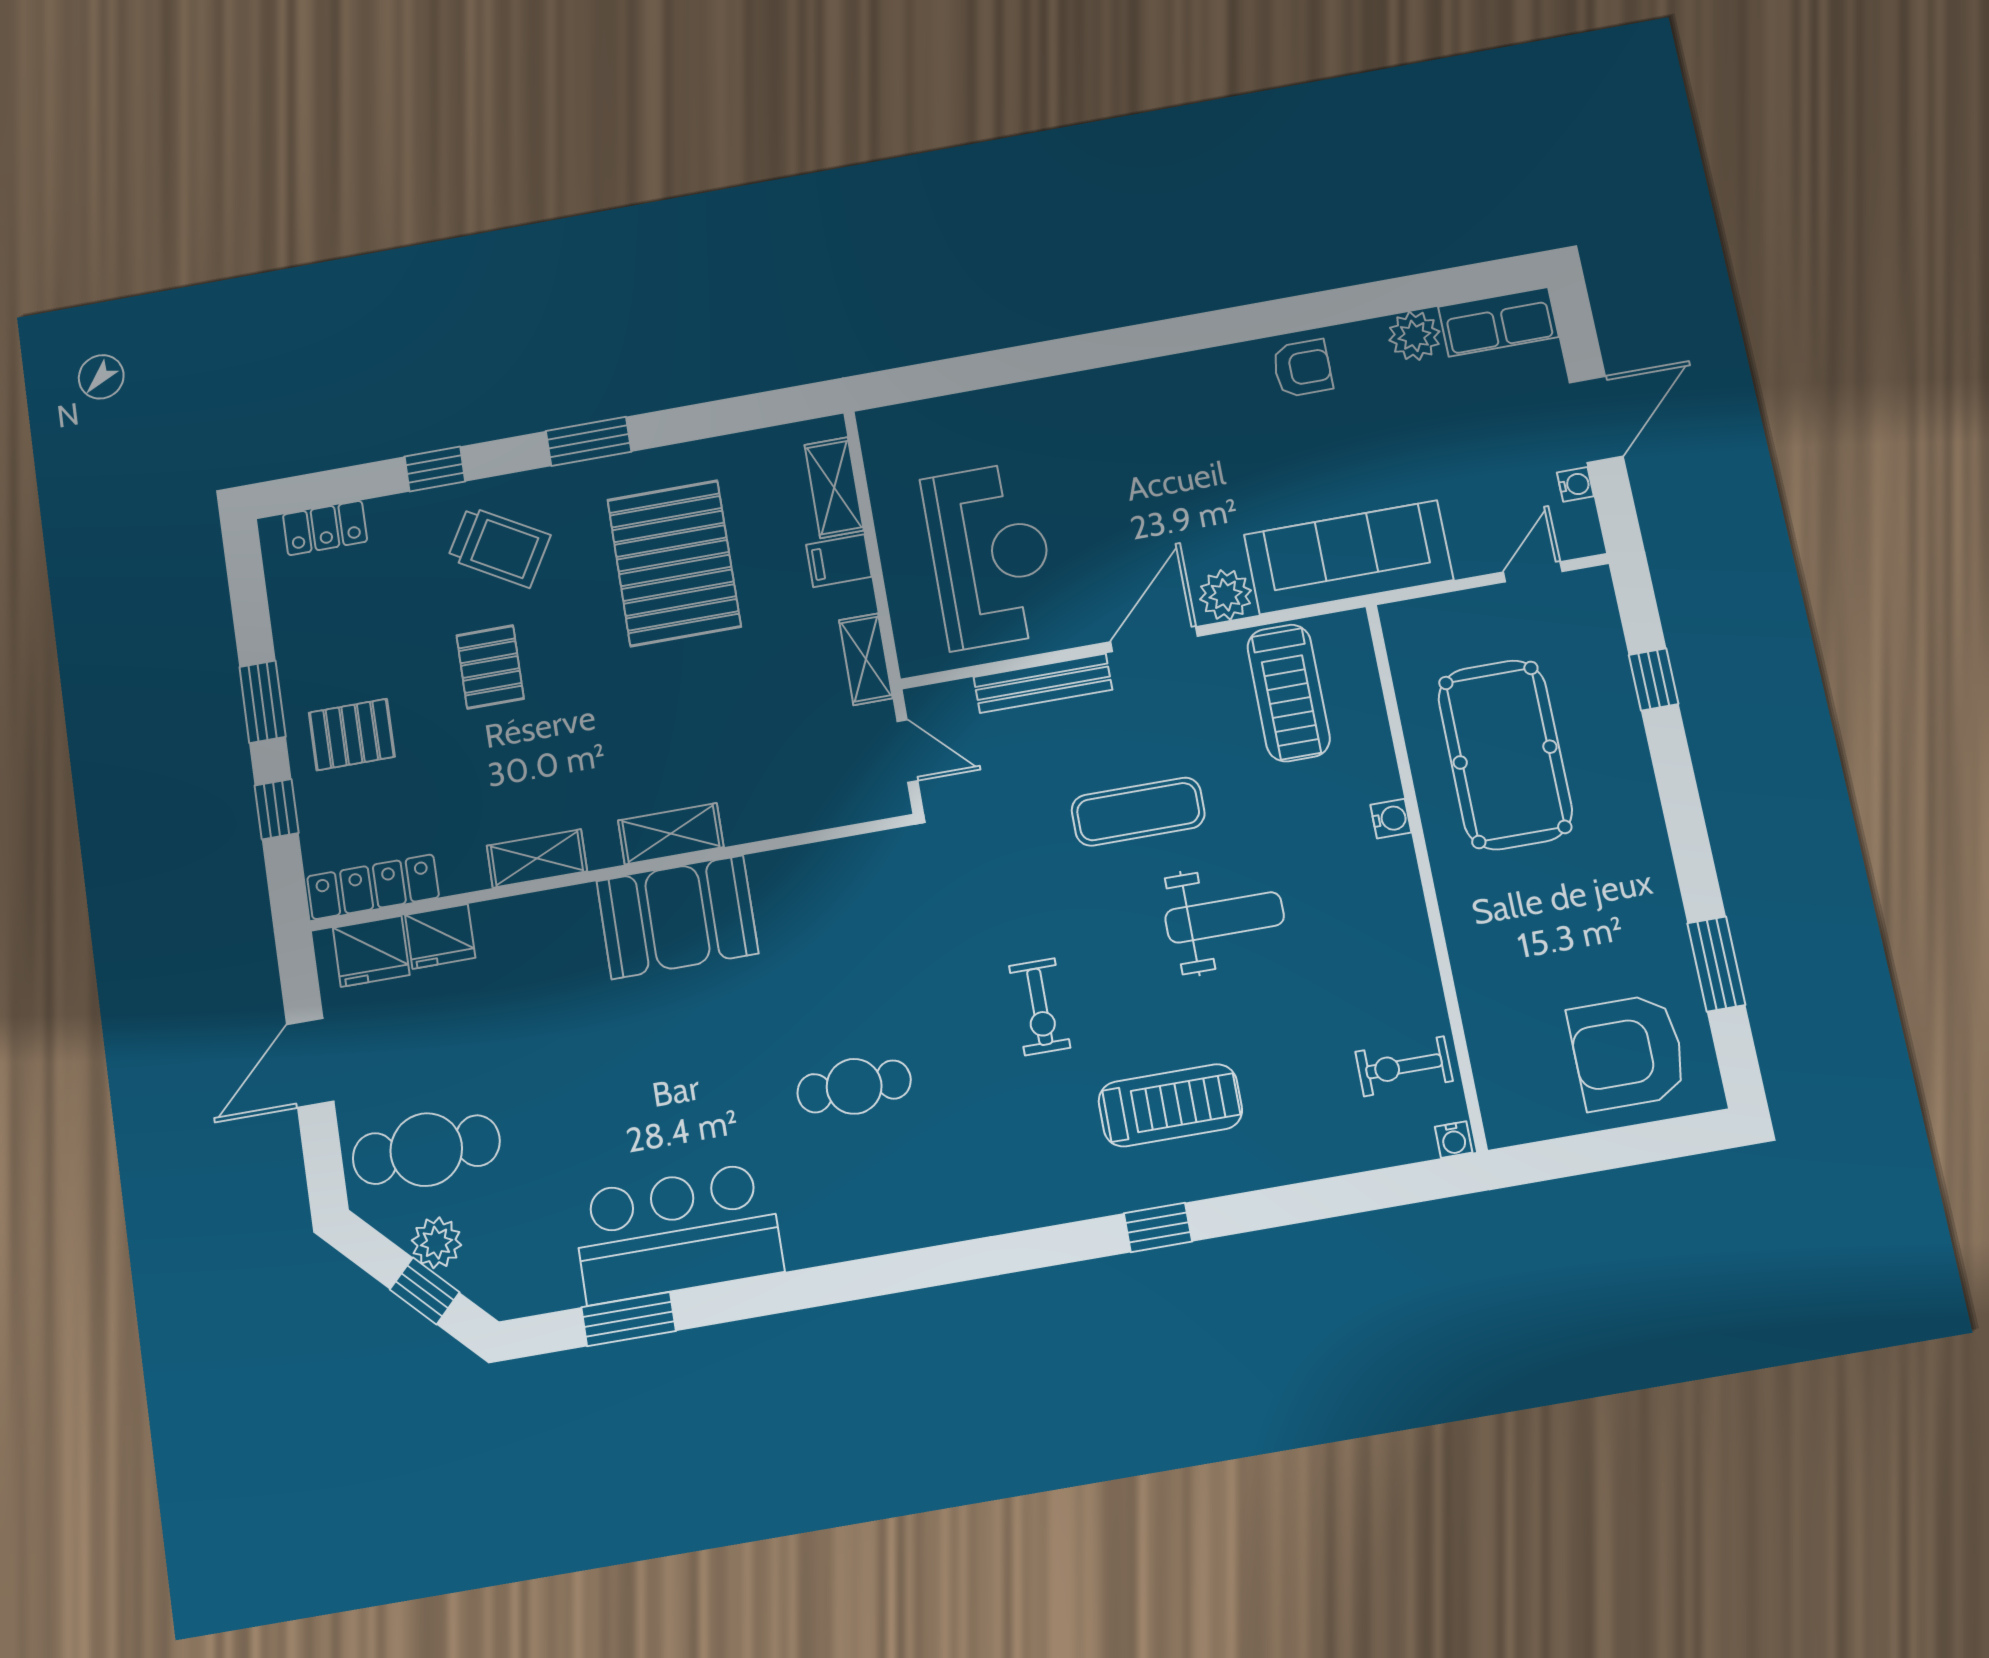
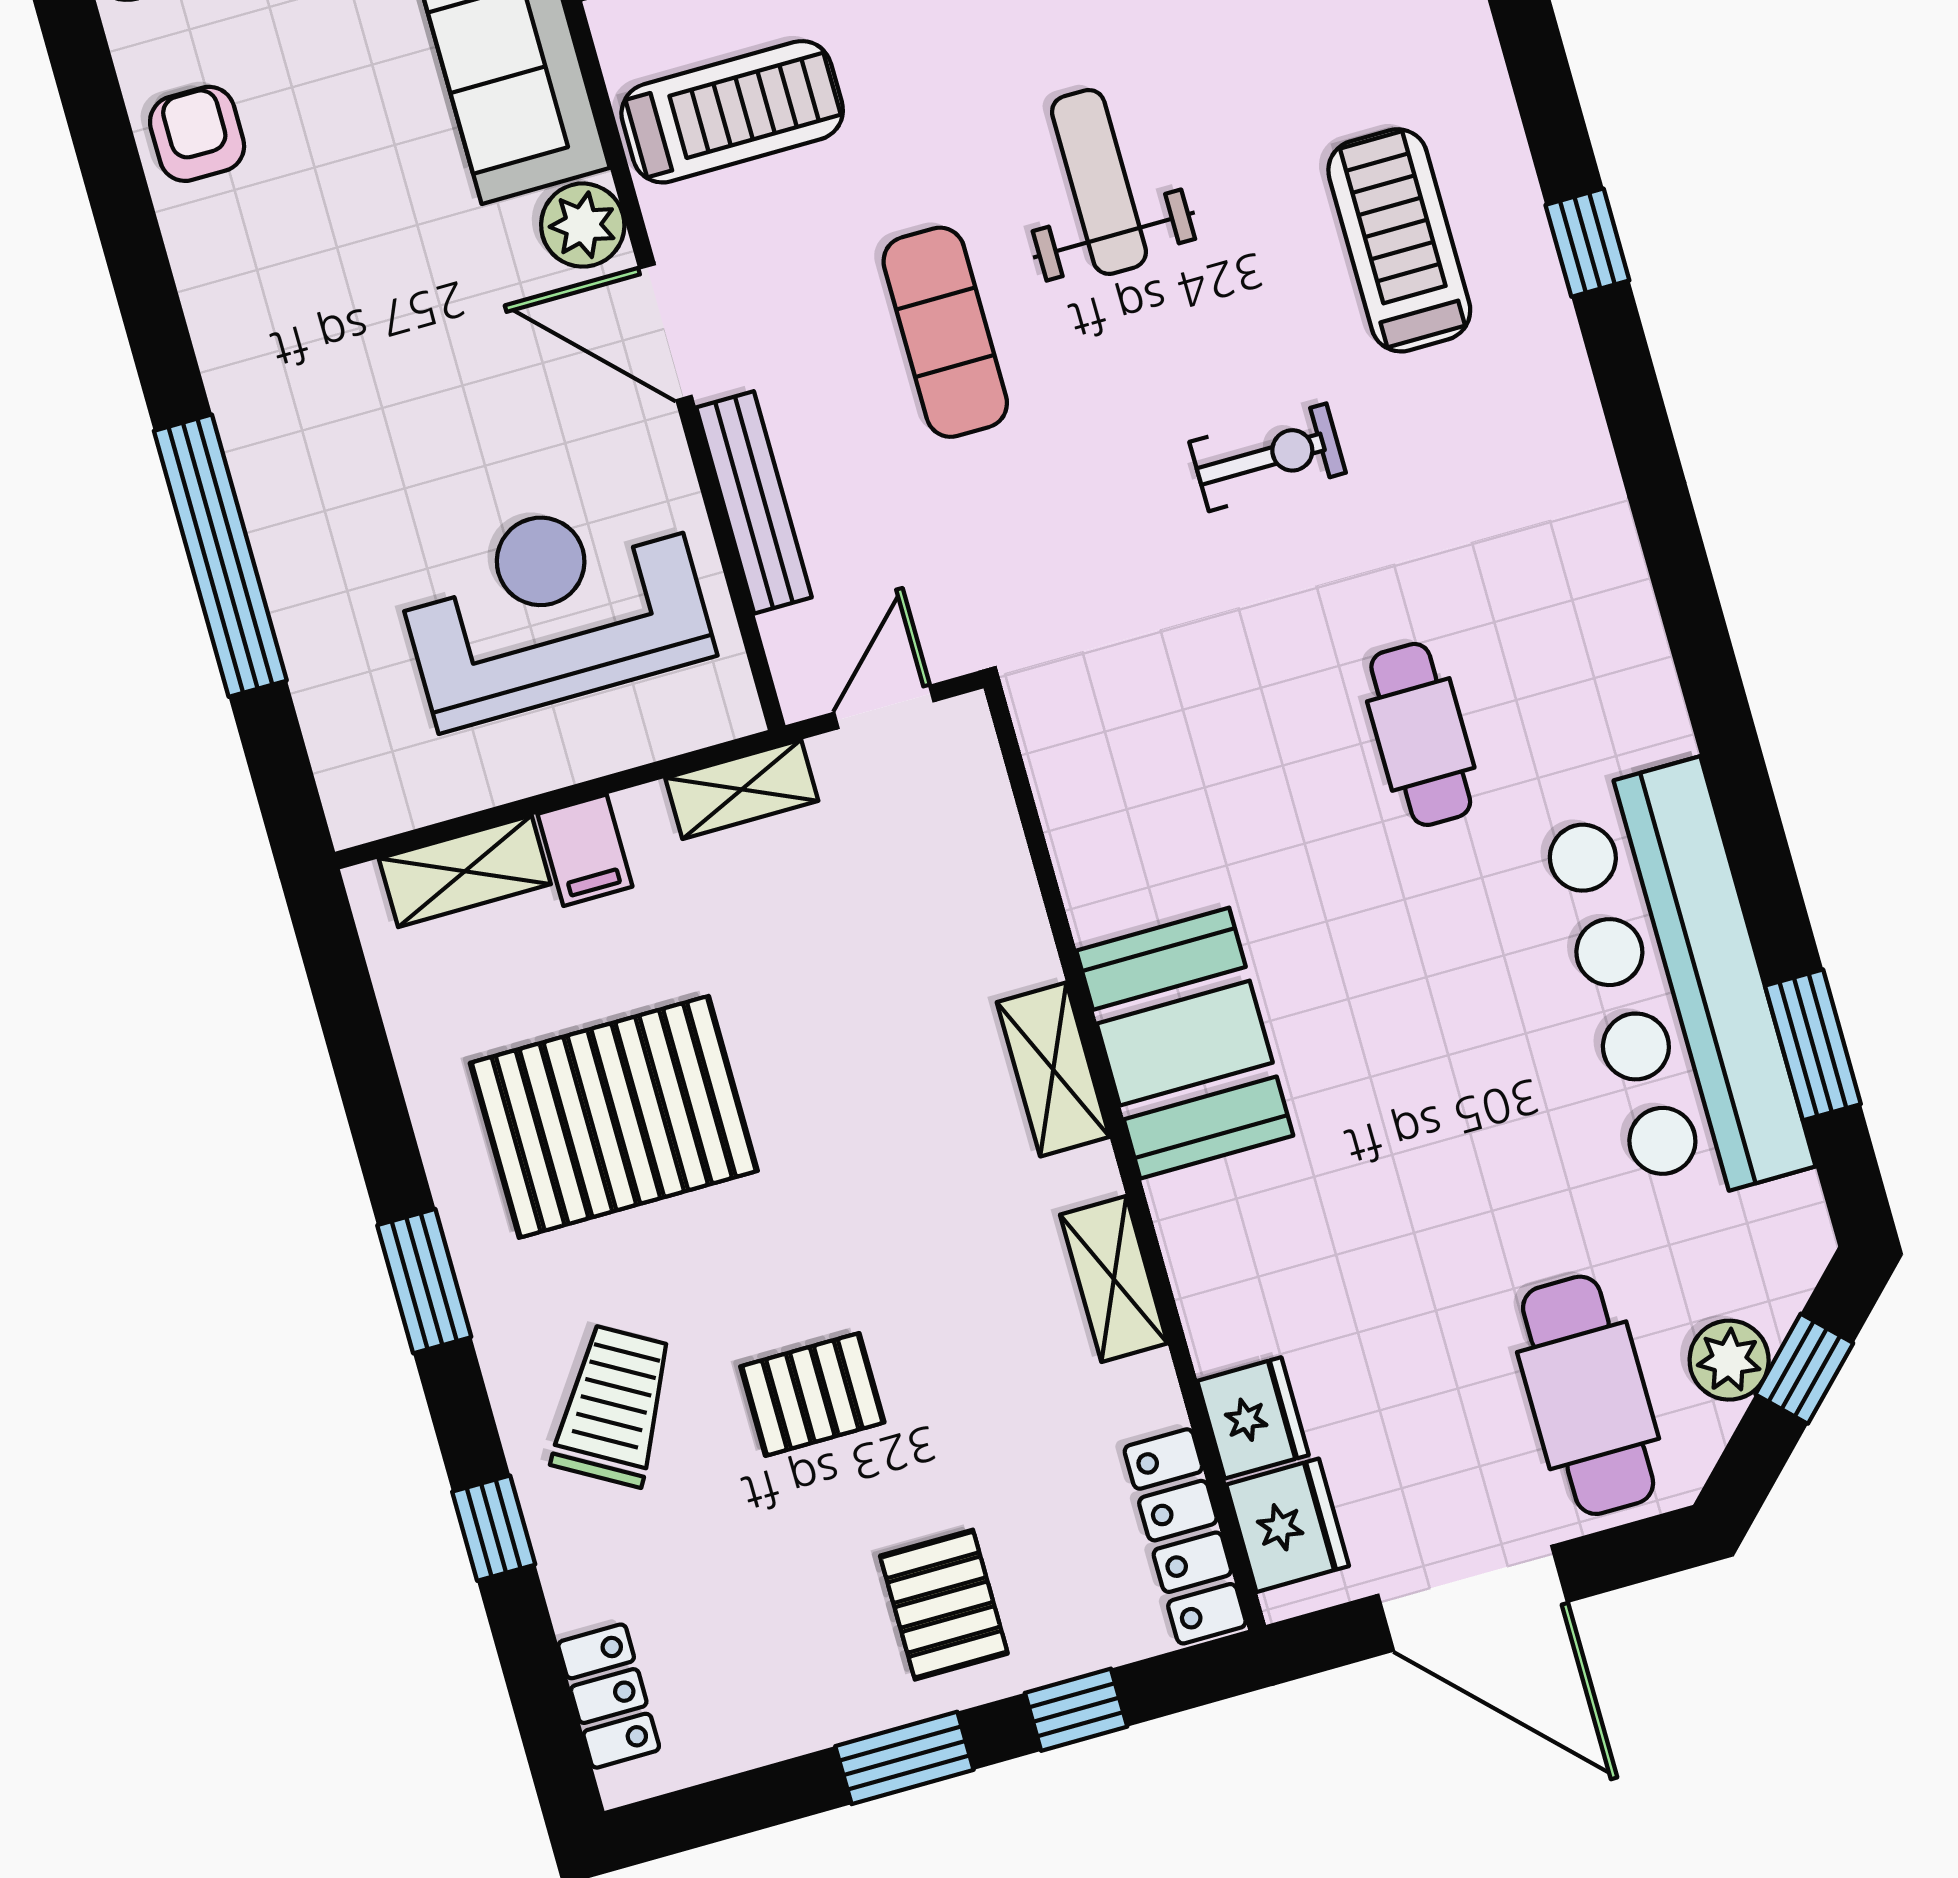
window: (1042, 360) -> (220, 556), added
door: (310, 1063) -> (1473, 1598), width x1.36
bar counter: (677, 1233) -> (1674, 985), width x1.36

